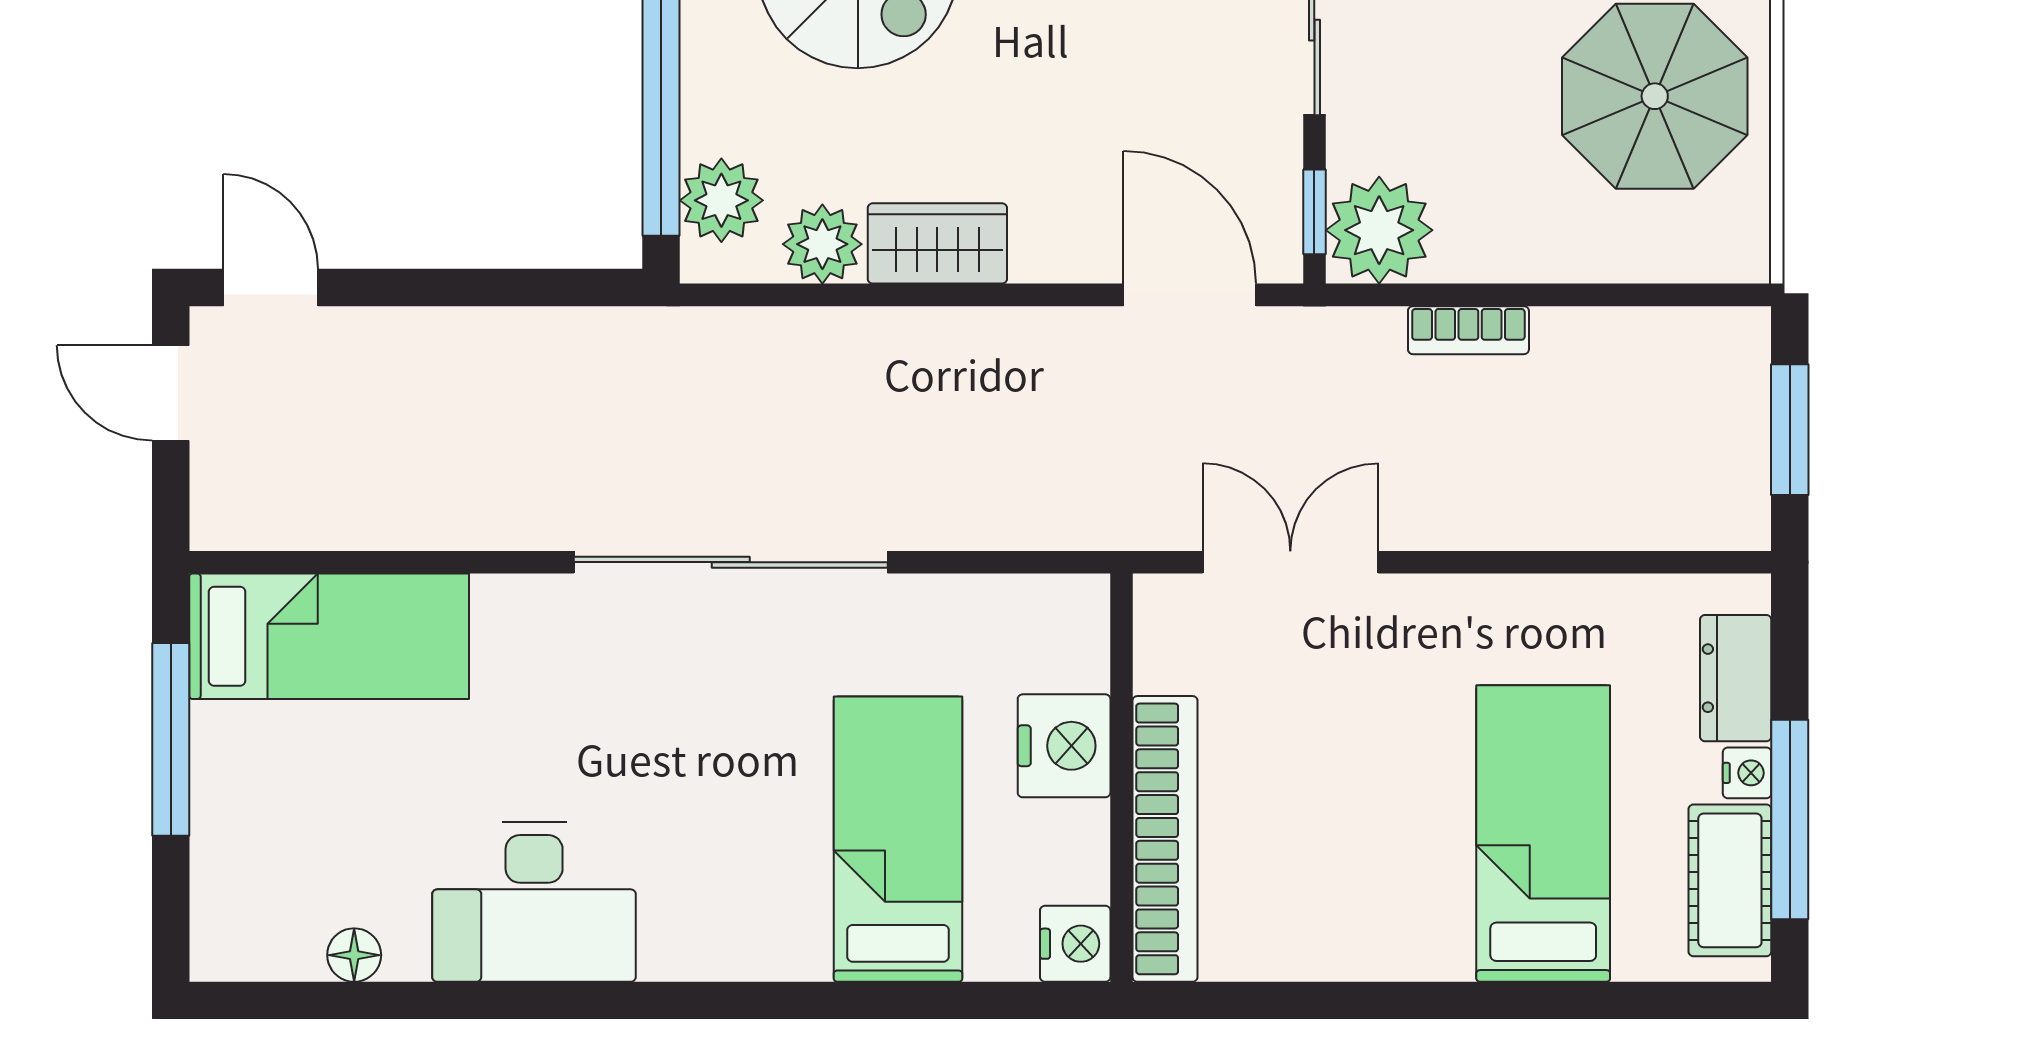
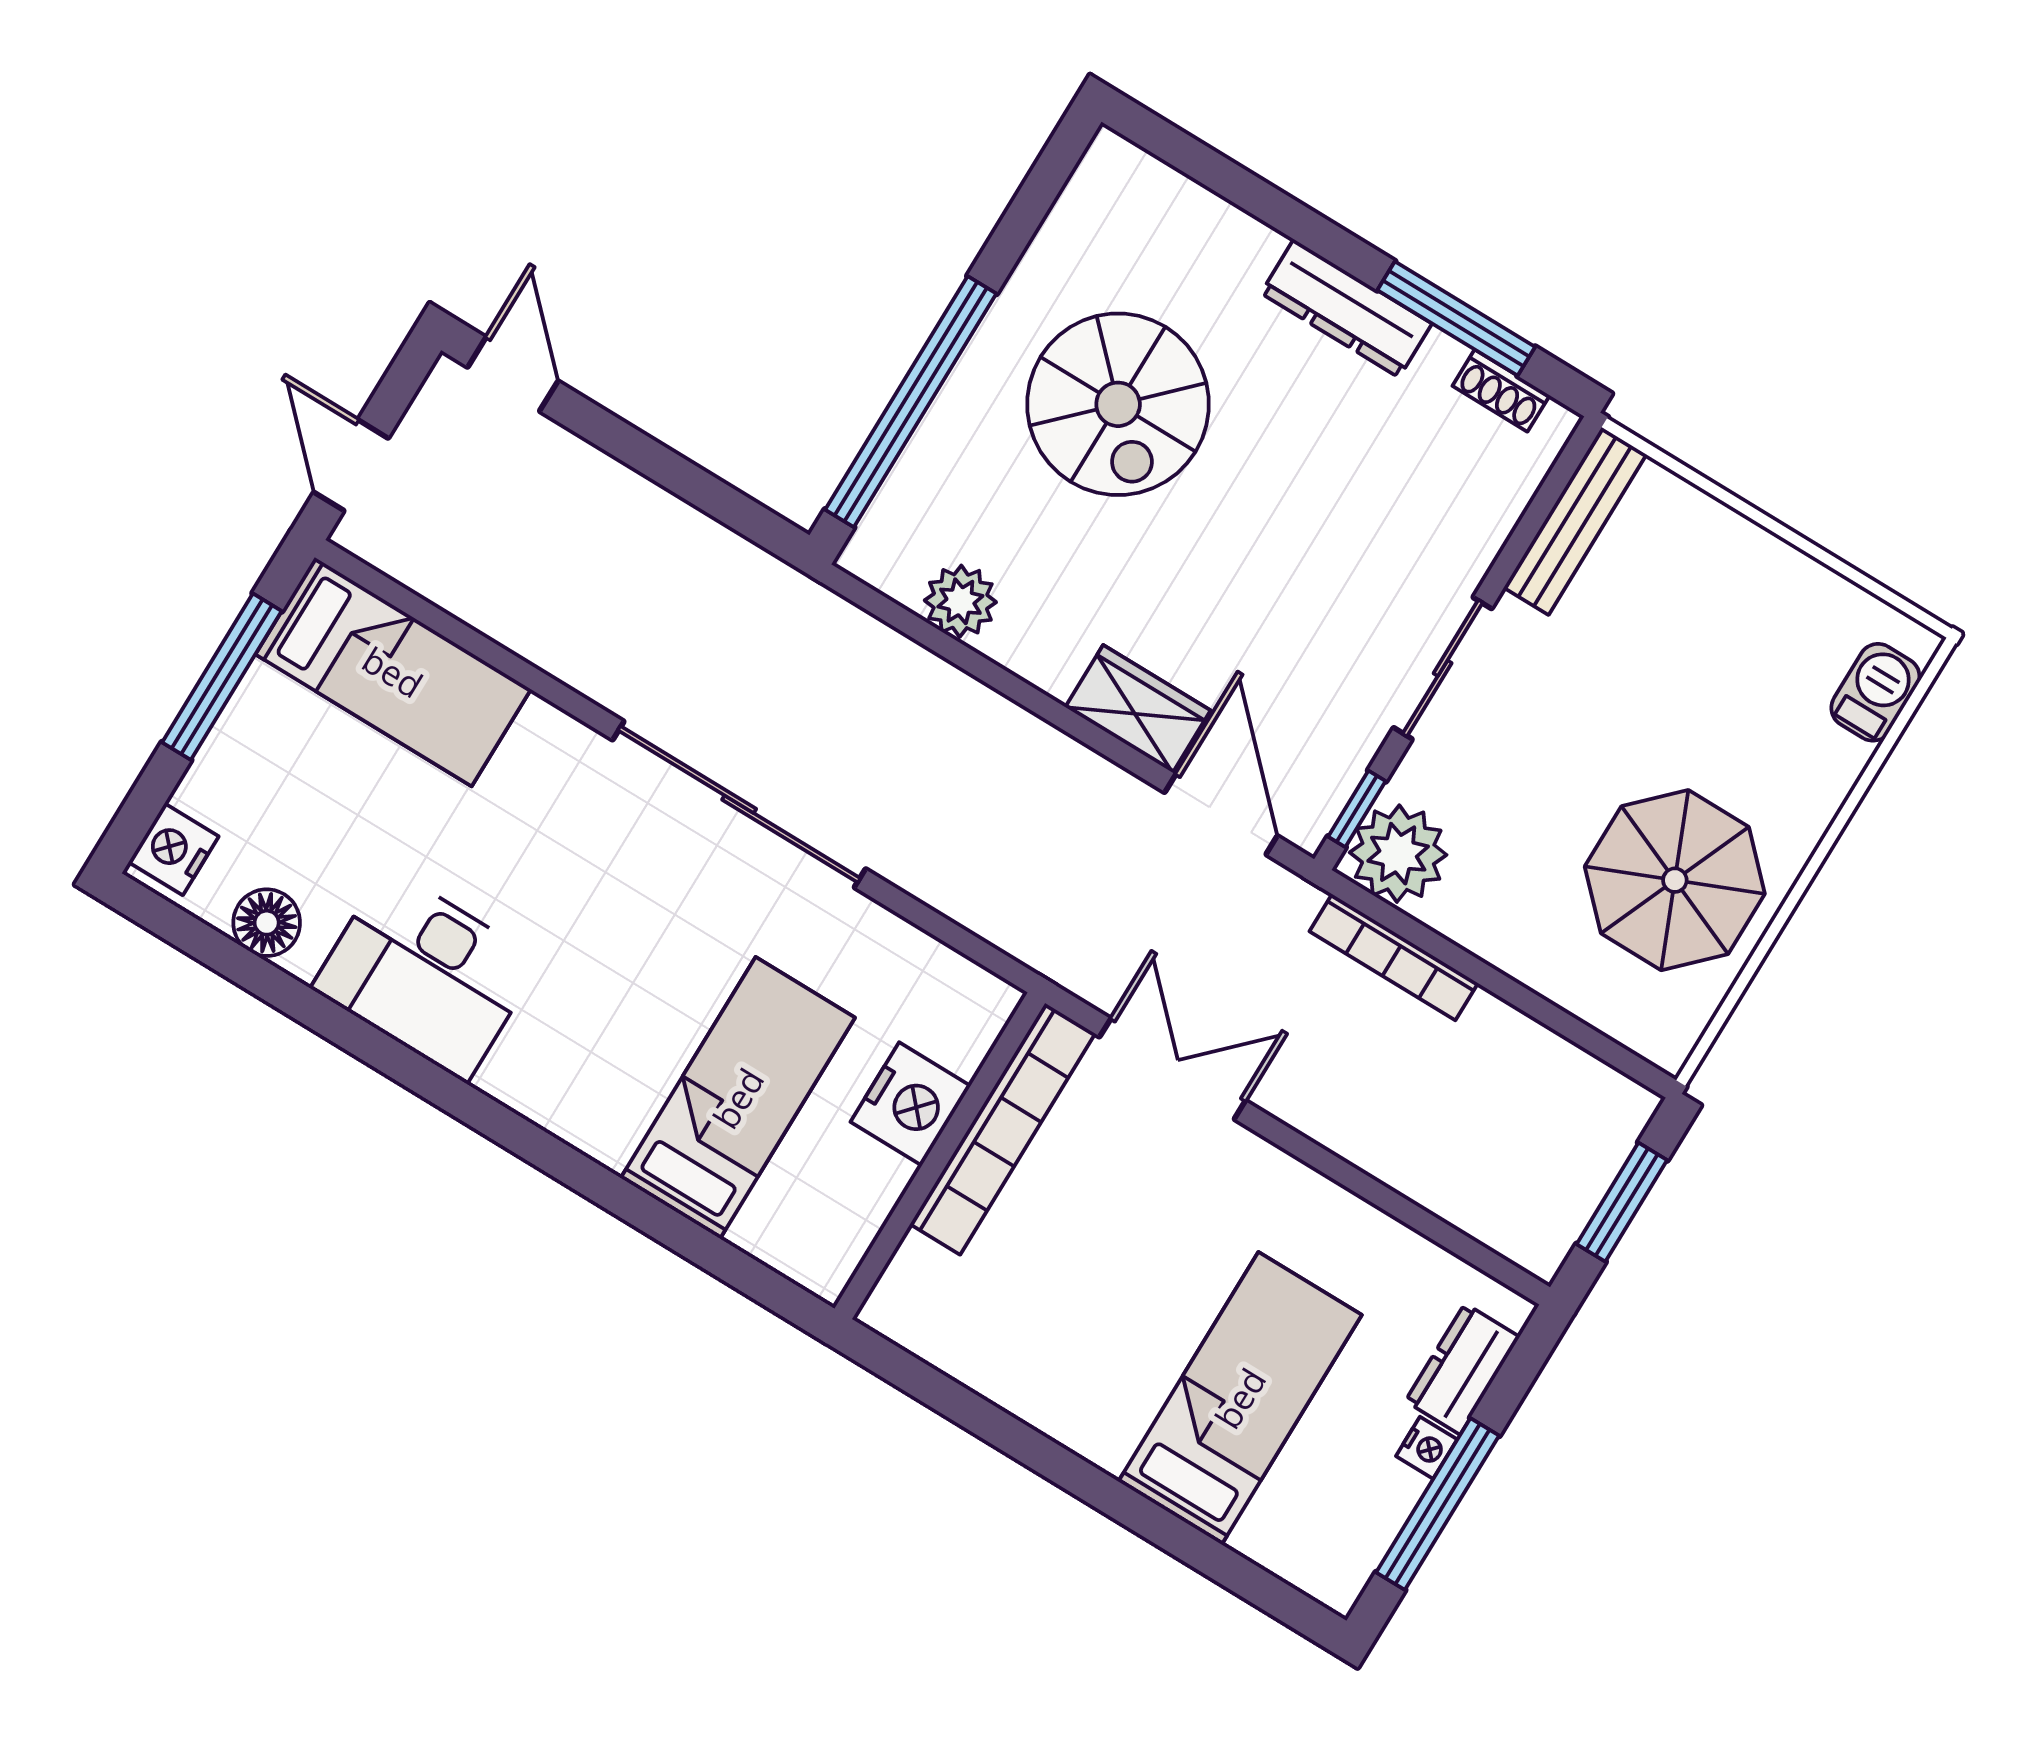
plant: (721, 200) -> (903, 520), removed
wardrobe: (937, 243) -> (1138, 709), moved
bookcase: (1468, 330) -> (1394, 957), width x1.56
door: (171, 393) -> (351, 465), moved
bookcase: (1165, 839) -> (1003, 1129), moved
cot: (1730, 880) -> (1362, 1523), removed
nightstand: (1075, 944) -> (174, 849), moved, turned 180
floor lamp: (354, 955) -> (267, 923), width x1.37, depth x1.37

